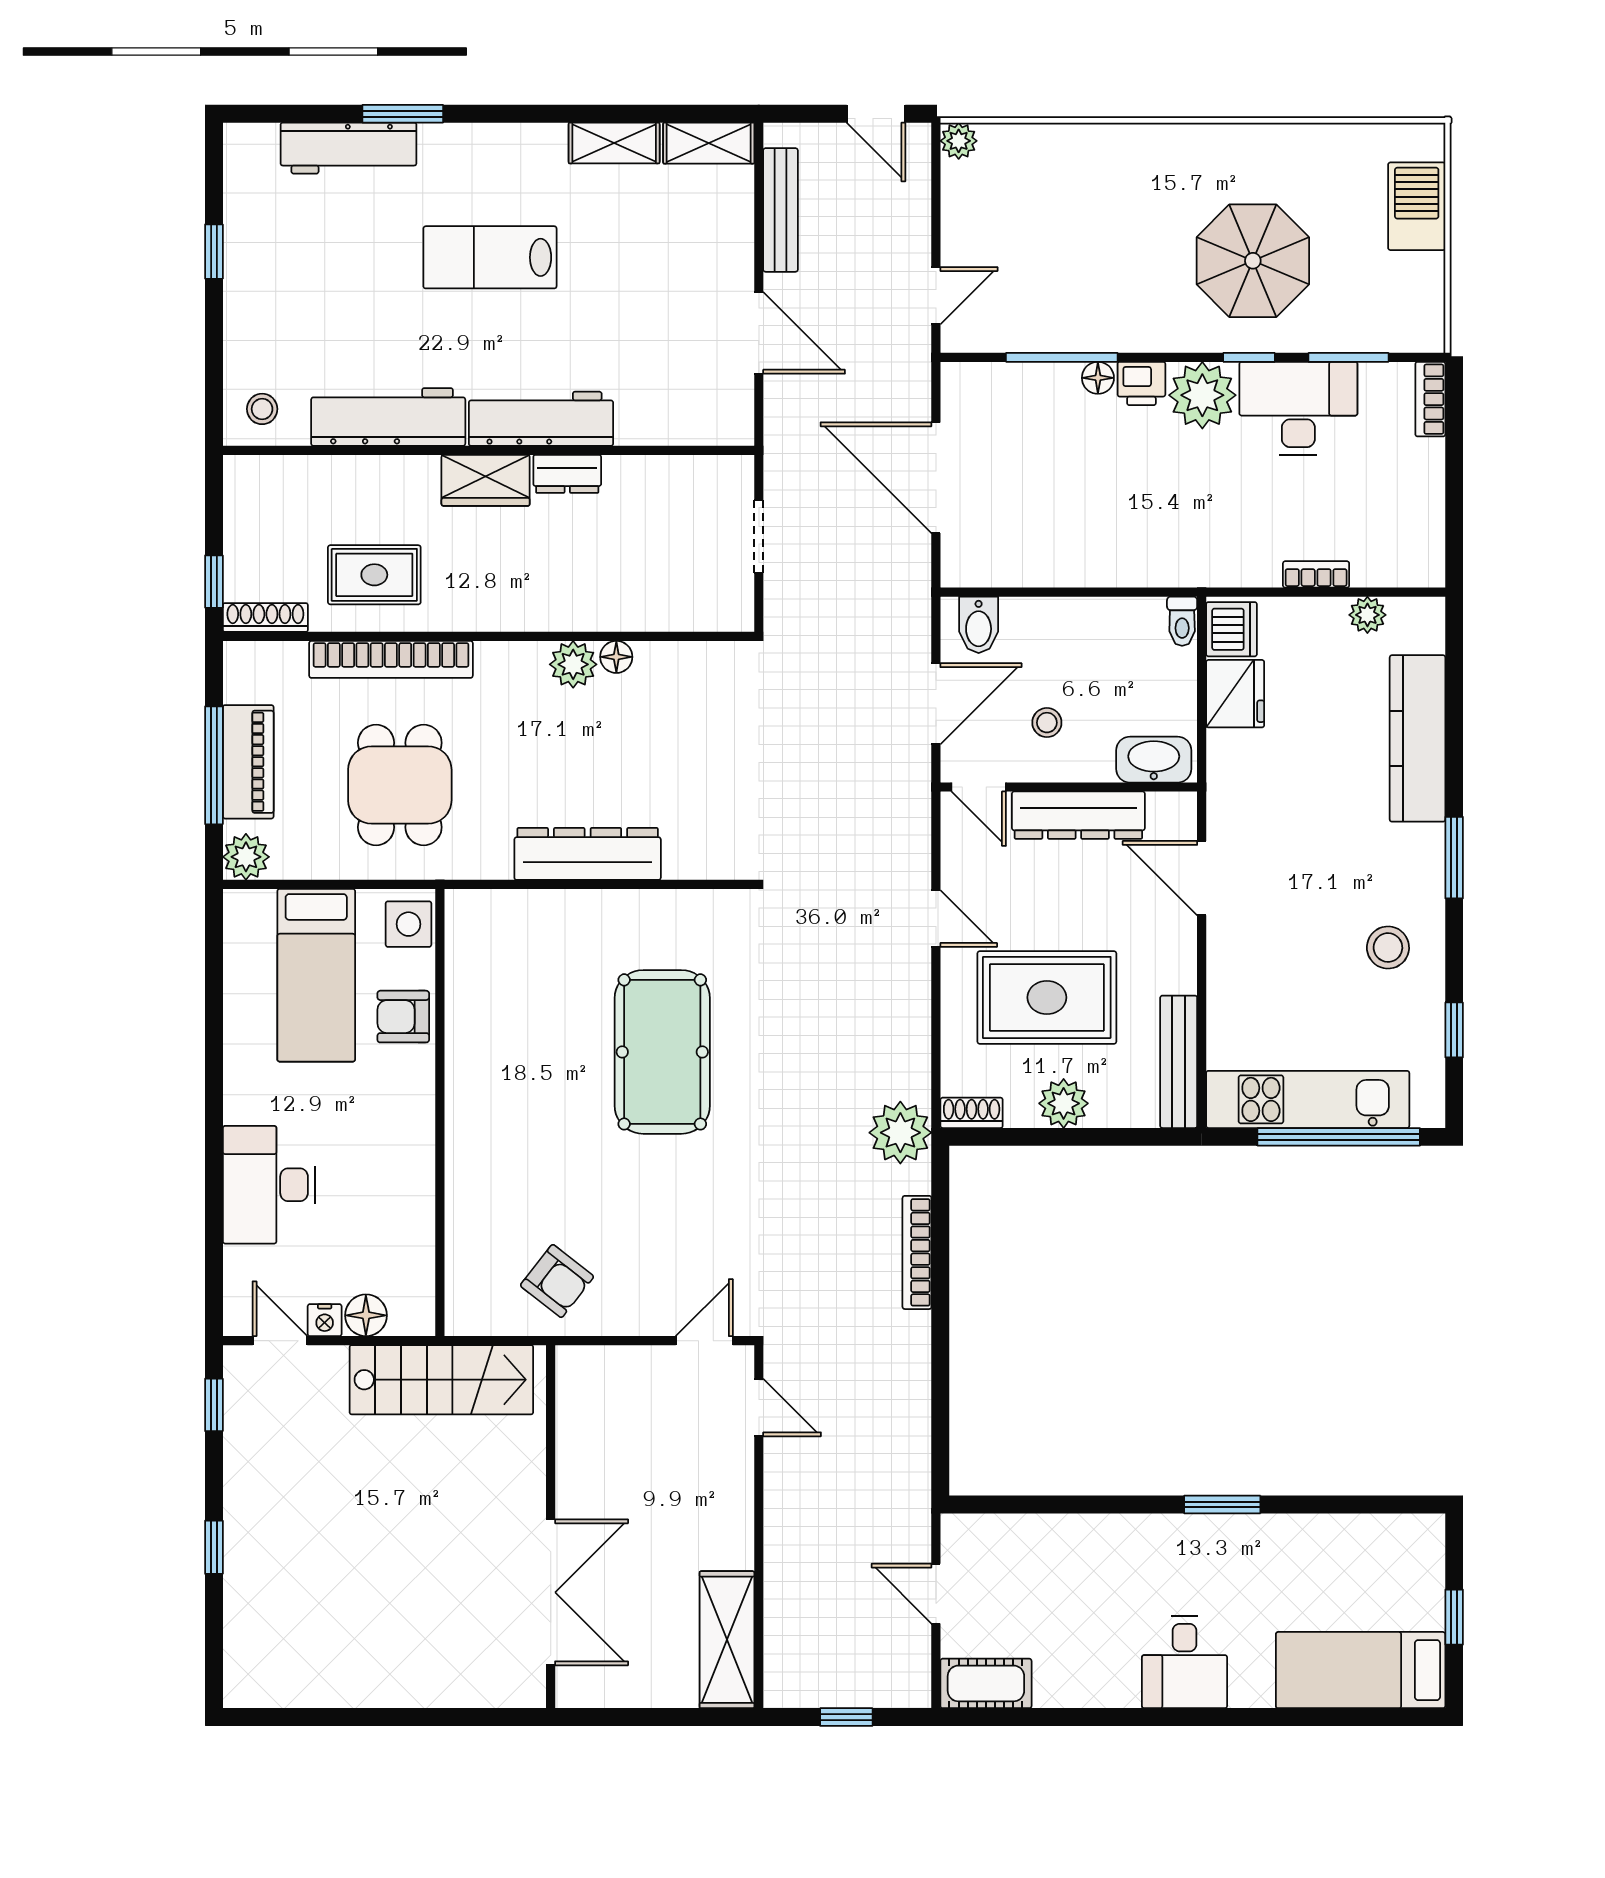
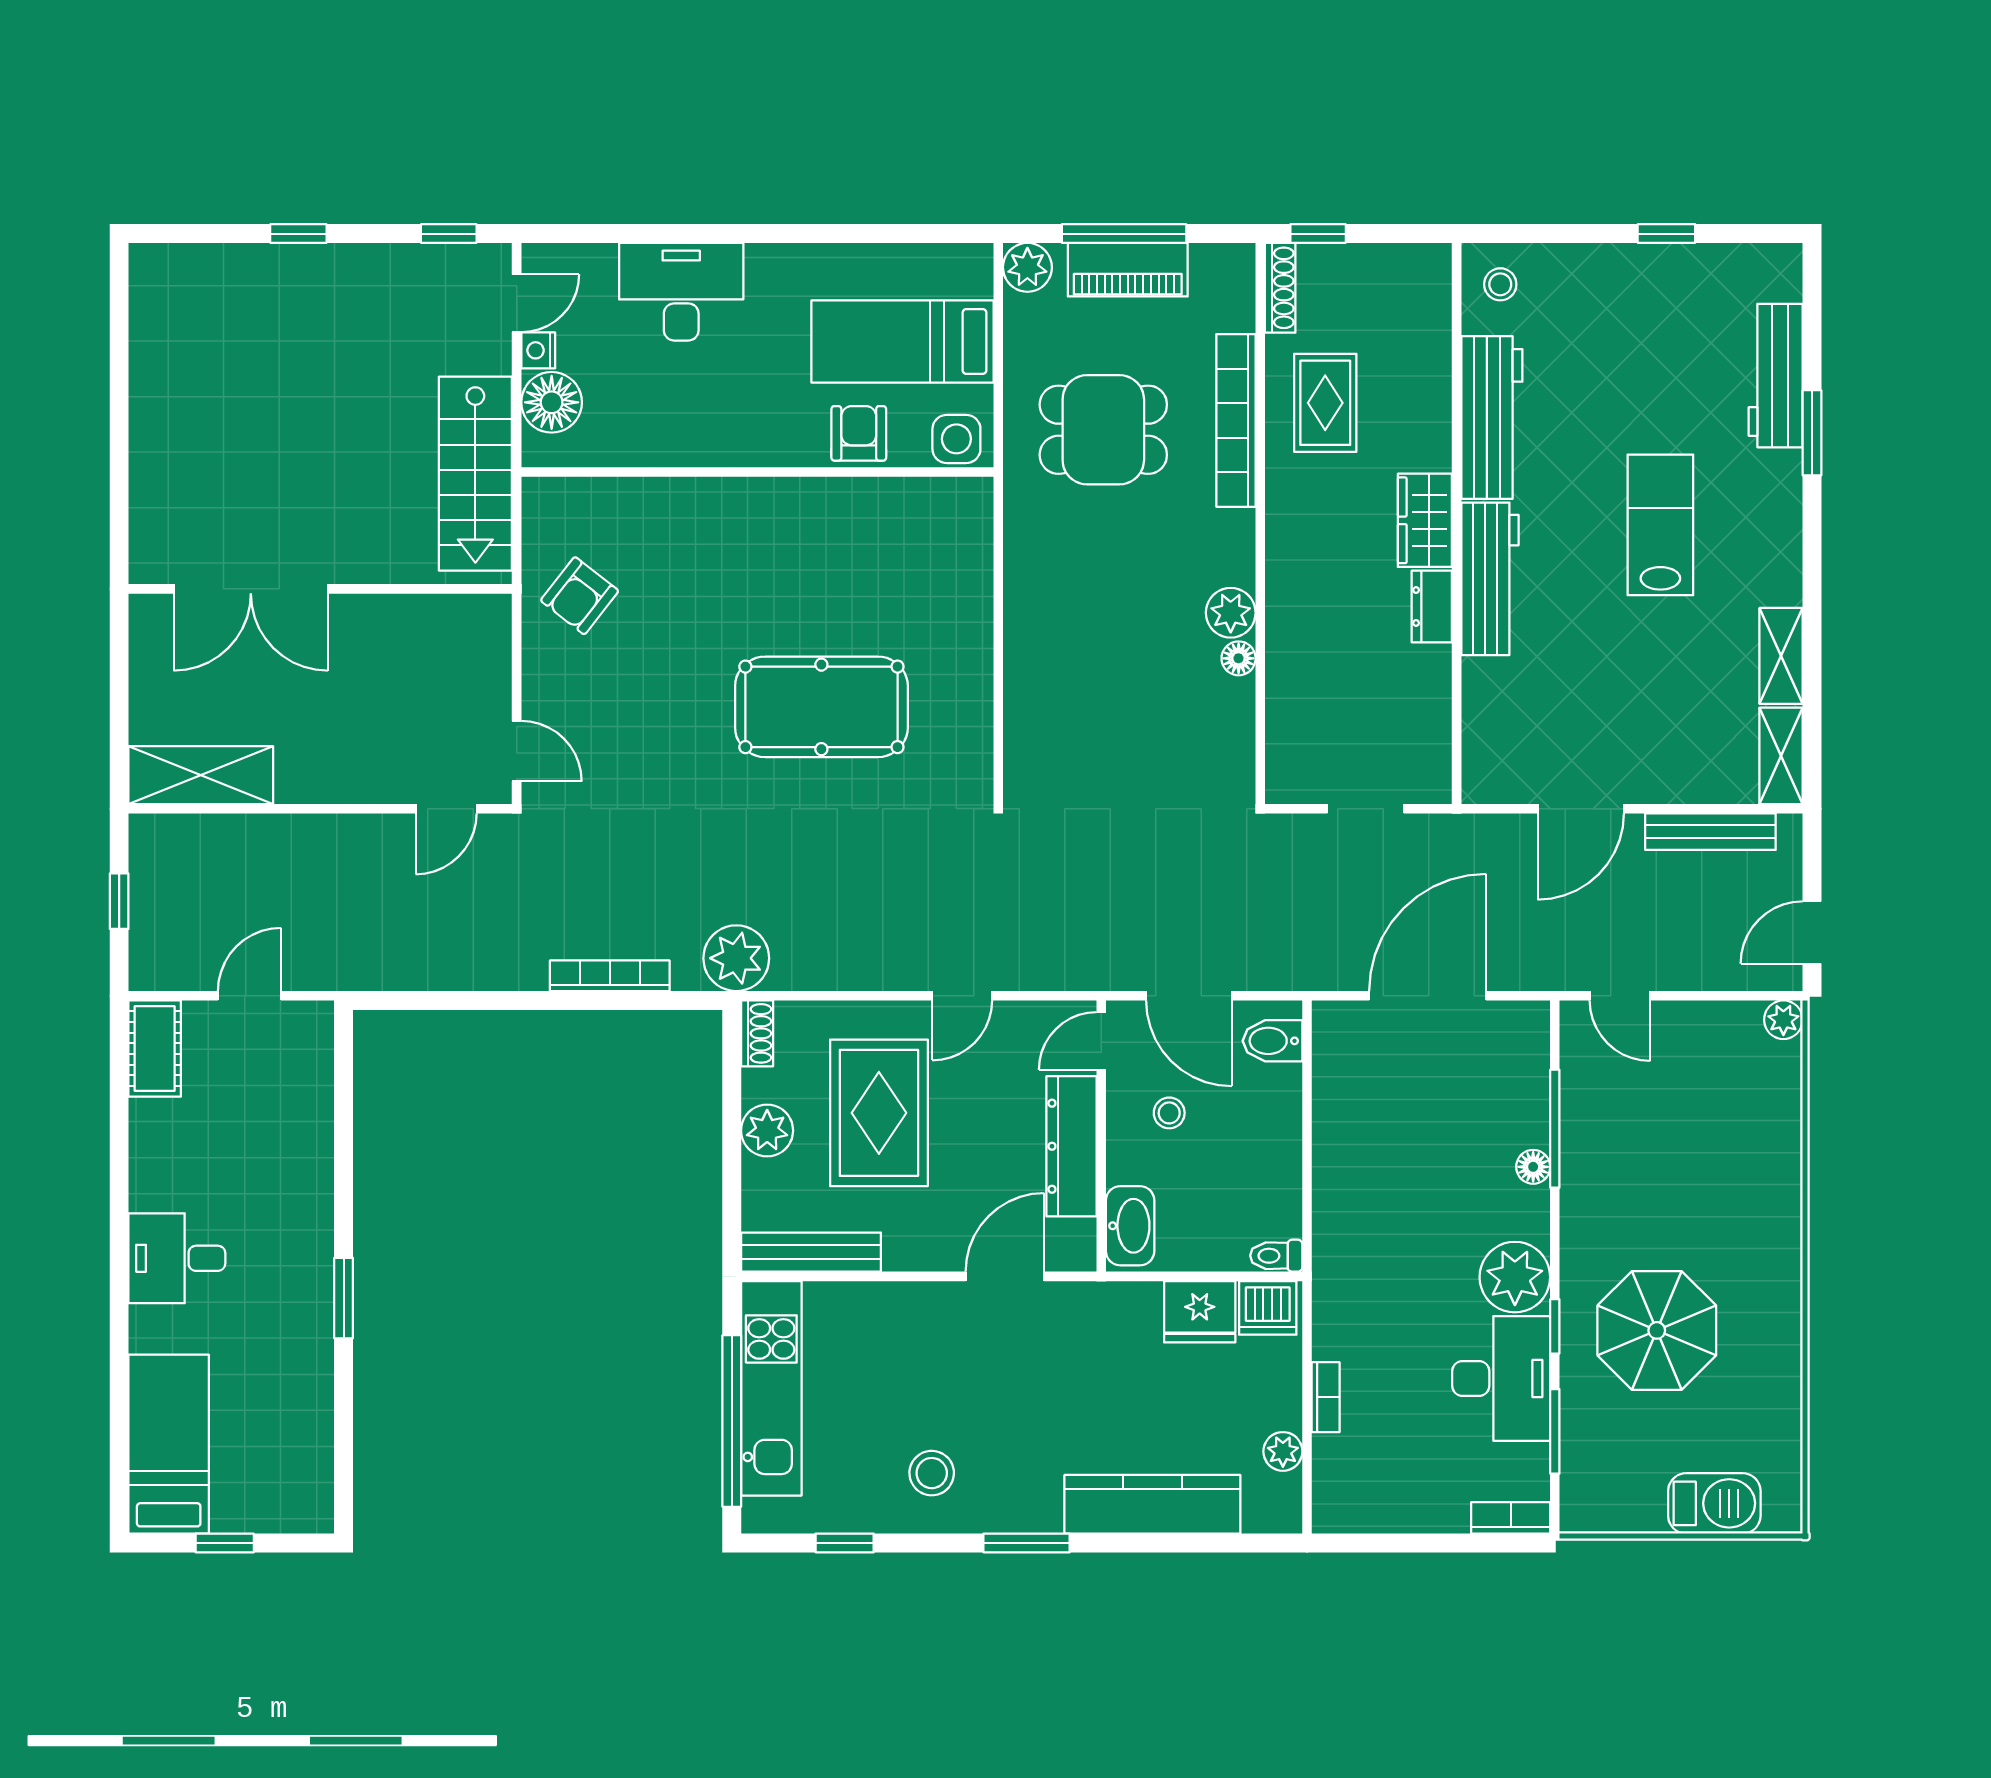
printer: (1141, 384) -> (1527, 1213), removed
dresser: (588, 854) -> (1031, 628), removed
floor lamp: (366, 1315) -> (552, 402), width x1.38, depth x1.38

